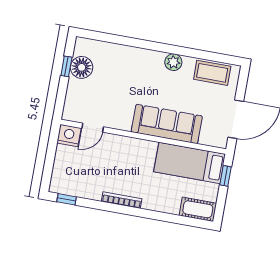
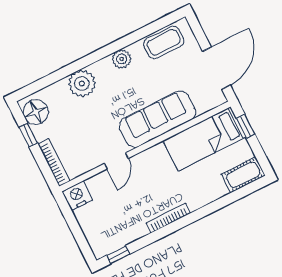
plant: (132, 58) -> (82, 83), added
floor lamp: (82, 67) -> (36, 112), moved
bookcase: (70, 99) -> (54, 162), added
door: (93, 128) -> (116, 161), moved

